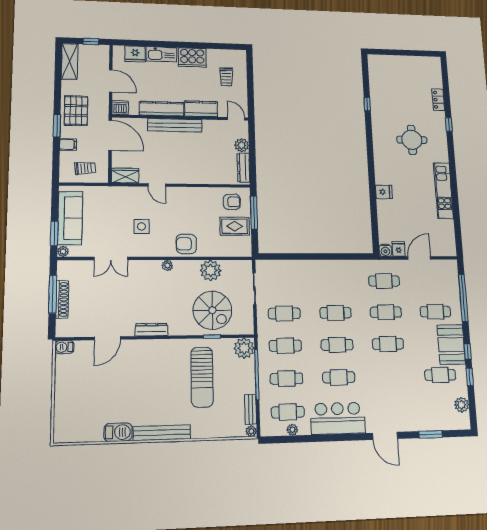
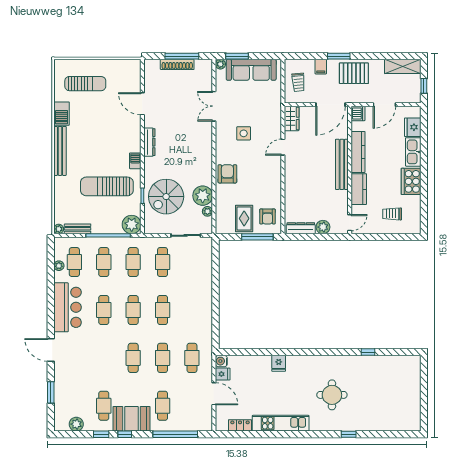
locker: (438, 100) -> (240, 425), moved
plant: (167, 265) -> (207, 211), moved
barbecue: (64, 347) -> (135, 161), moved
sun lounger: (83, 405) -> (85, 84), added
door: (385, 436) -> (51, 350), hinge flipped

